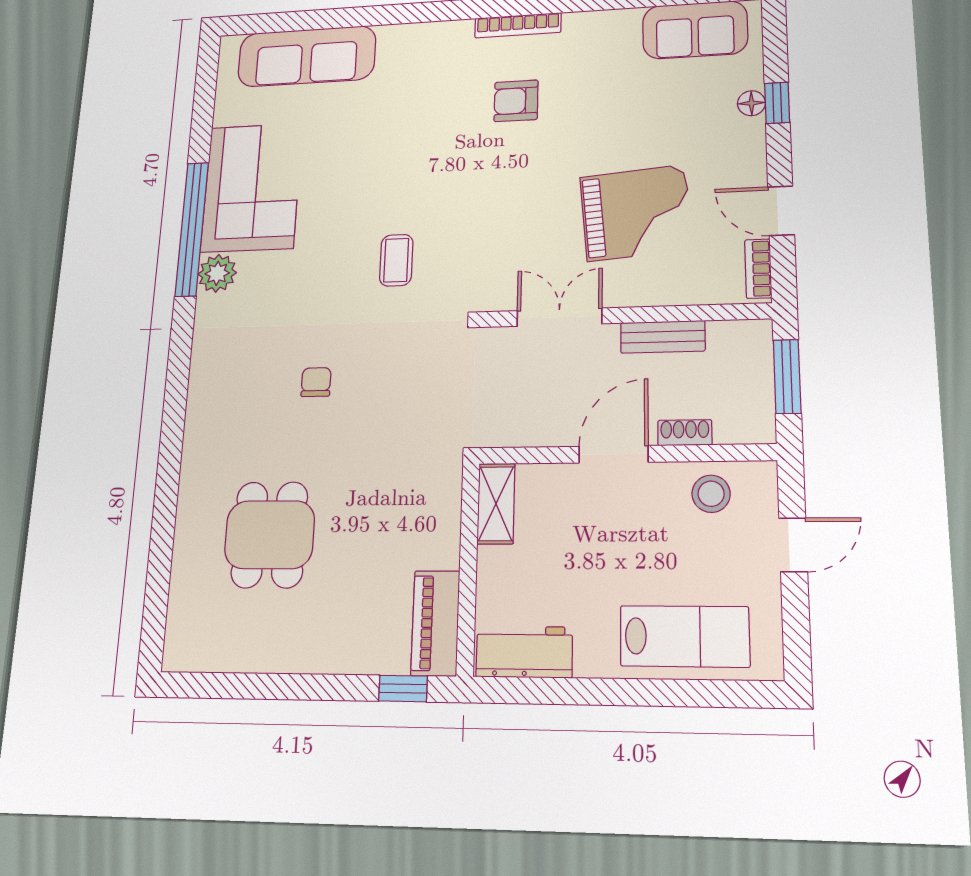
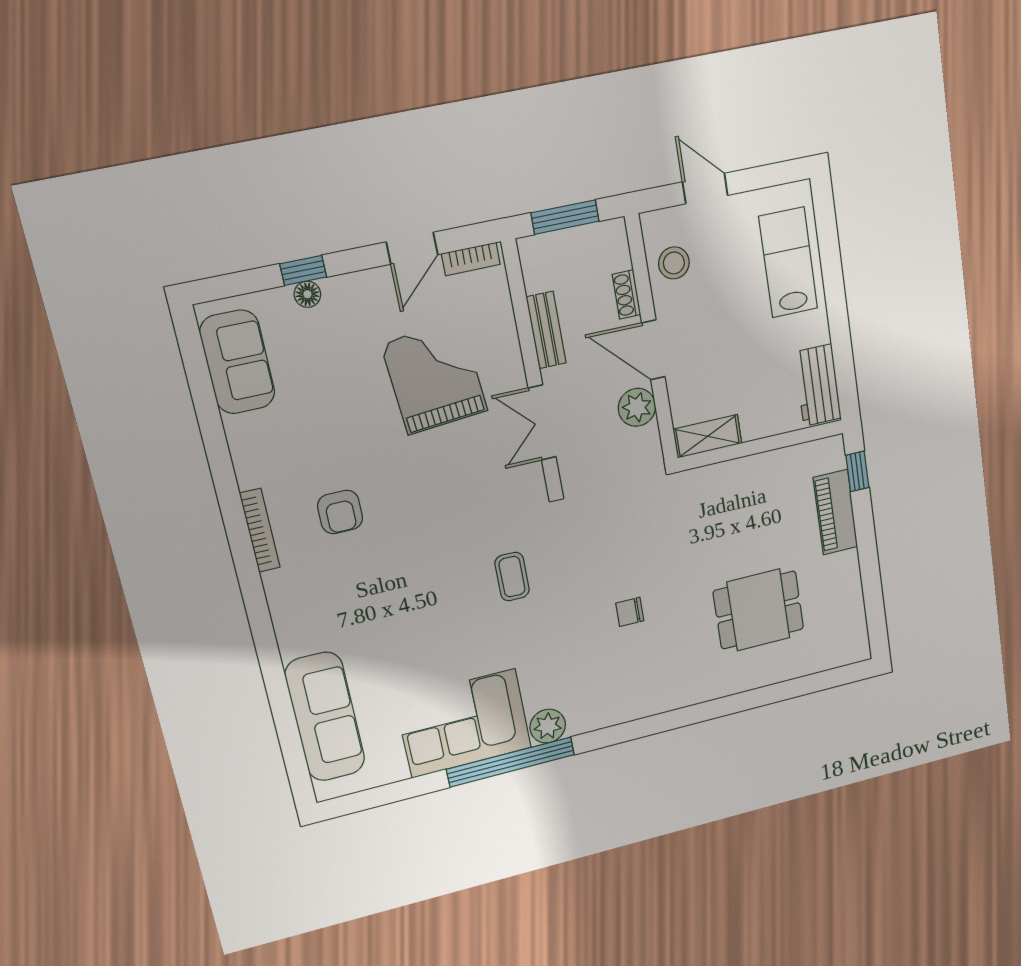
coffee table: (396, 260) -> (512, 577), turned 90
plant: (551, 425) -> (637, 407), added
piano: (435, 623) -> (835, 512), moved, turned 90

